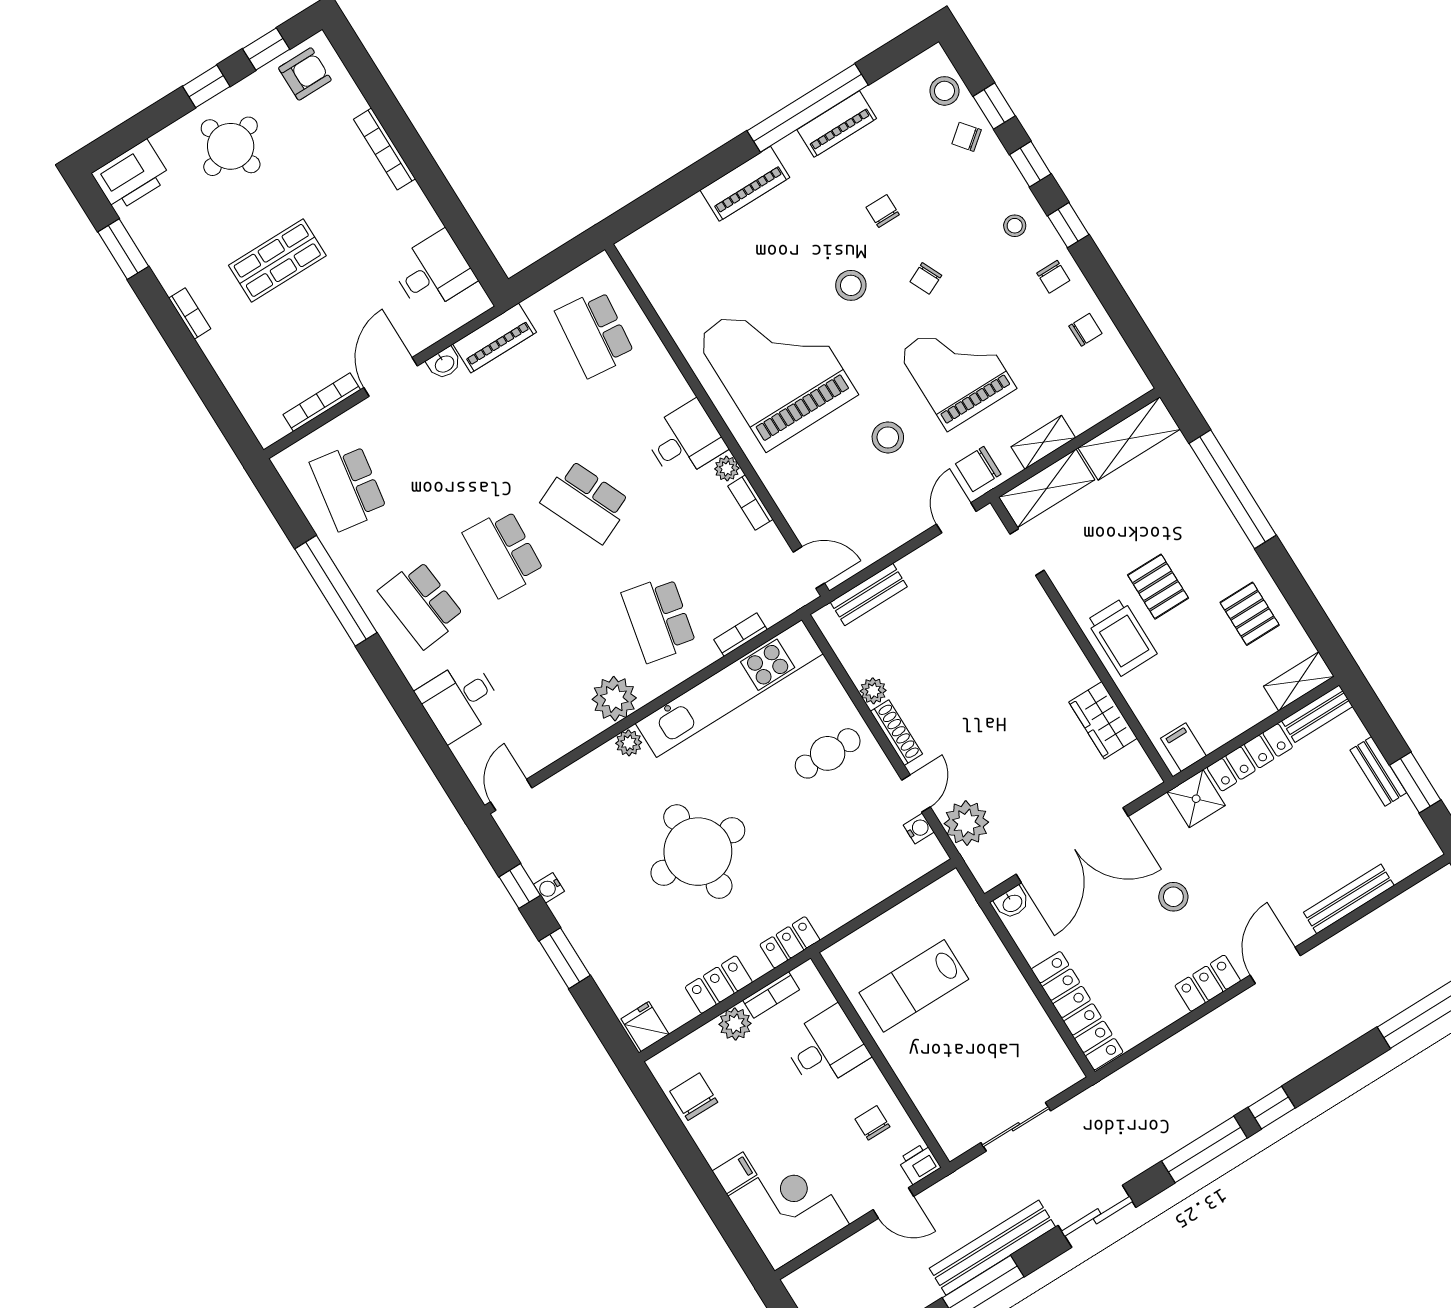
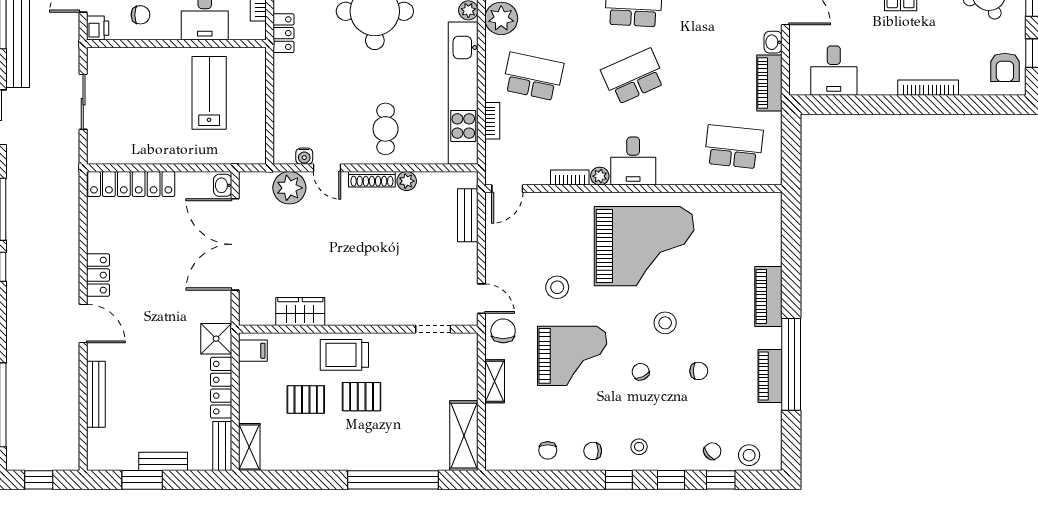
shelving: (1047, 488) -> (465, 366), removed
pallet: (1250, 614) -> (306, 399), moved
stool: (1173, 897) -> (164, 287), removed

